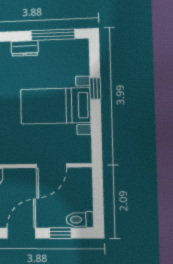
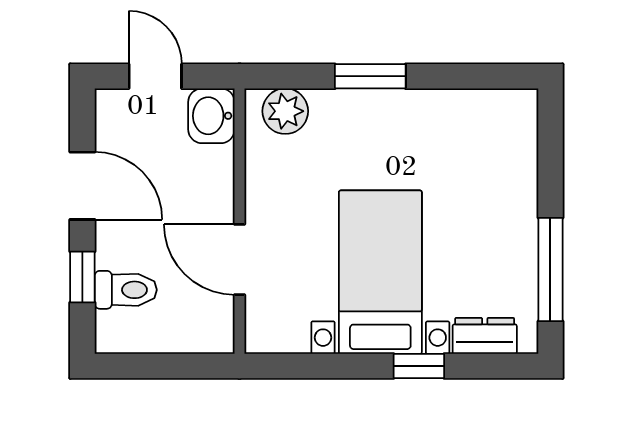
dresser: (25, 48) -> (485, 336), moved, turned 90
toilet: (80, 220) -> (126, 290), moved, turned 90

